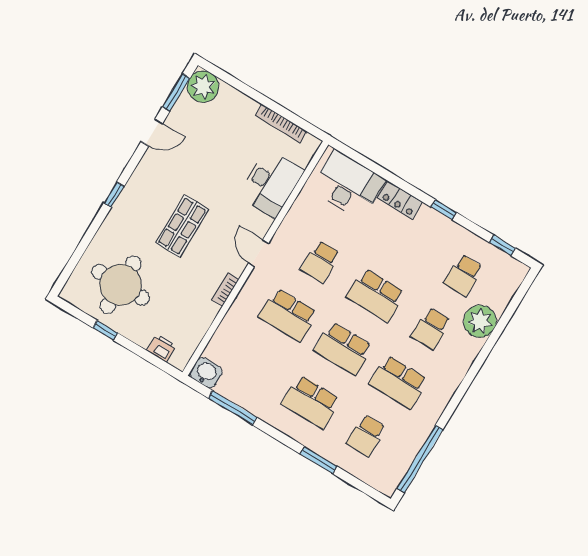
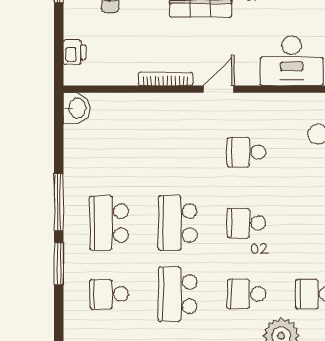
bookcase: (225, 290) -> (165, 79), width x1.56
school desk: (376, 295) -> (246, 223), width x0.54
school desk: (288, 315) -> (178, 152), removed
window: (233, 408) -> (59, 202), moved

